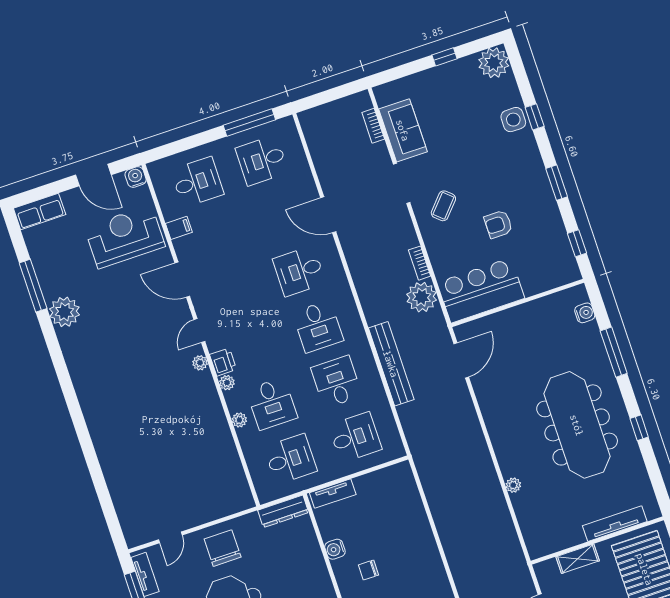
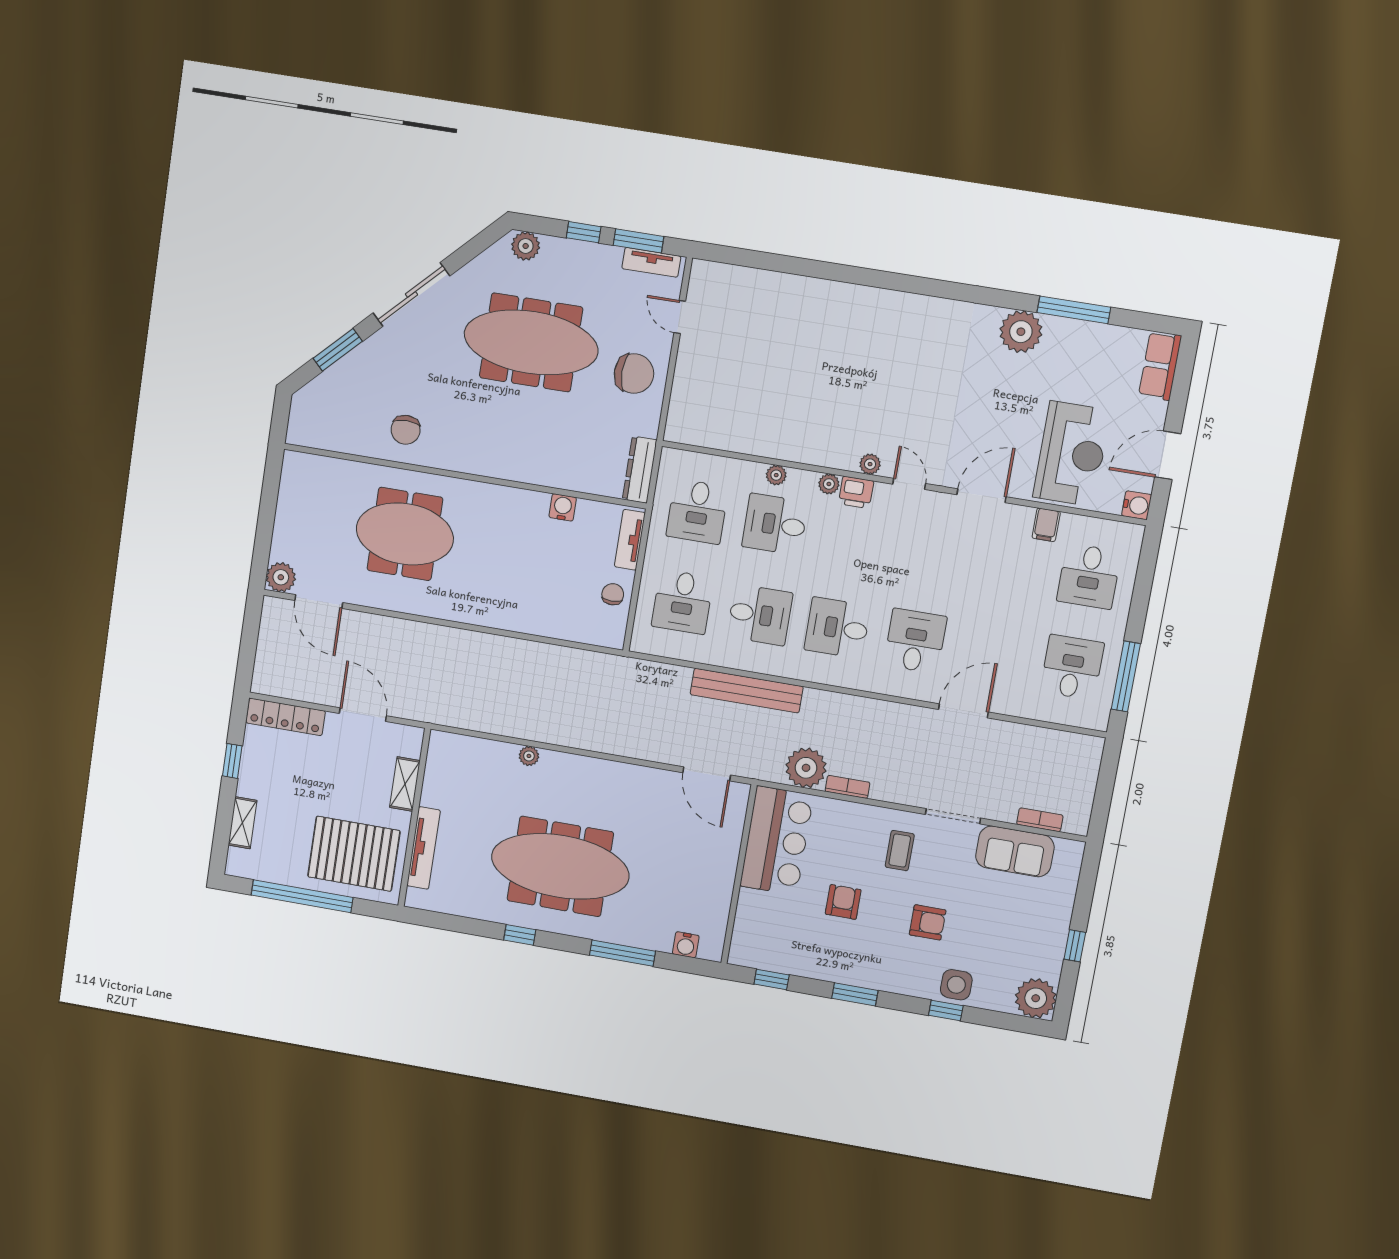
armchair: (482, 161) -> (928, 922), added
coffee table: (443, 206) -> (900, 851), turned 48
chair: (369, 570) -> (613, 594), moved

